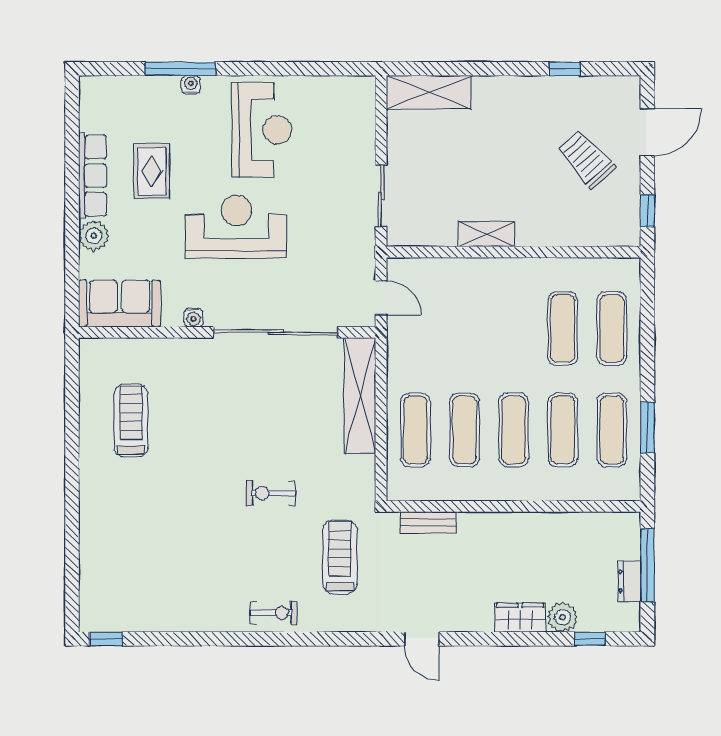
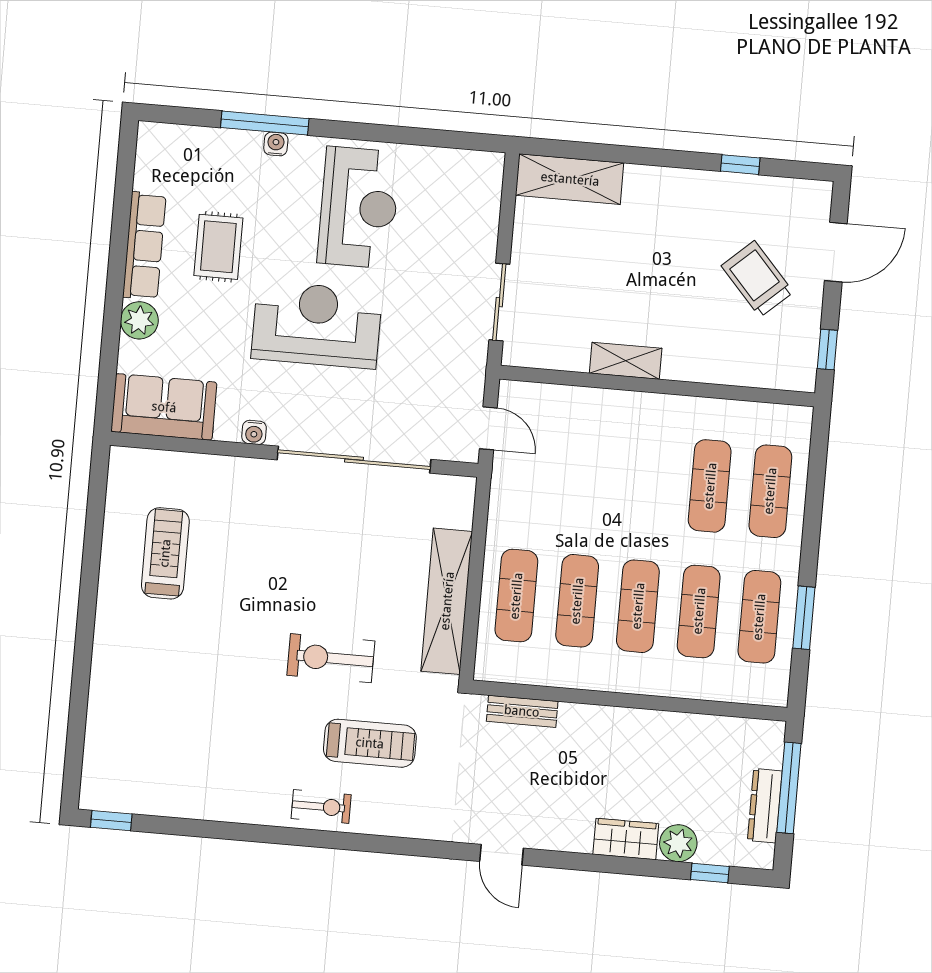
shelving: (360, 396) -> (447, 601), moved
exercise bike: (271, 493) -> (331, 658), width x1.38, depth x1.39
treadmill: (340, 557) -> (370, 743), moved, turned 90
dresser: (629, 581) -> (765, 806), width x1.44

